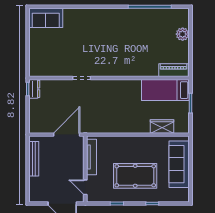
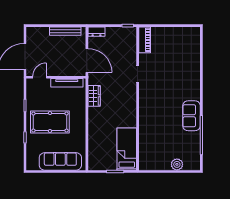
sofa: (46, 18) -> (191, 116), moved
piano: (173, 70) -> (145, 40), moved
dresser: (34, 89) -> (97, 32), moved
wardrobe: (162, 126) -> (94, 96), moved
pool table: (135, 176) -> (50, 122), turned 90

